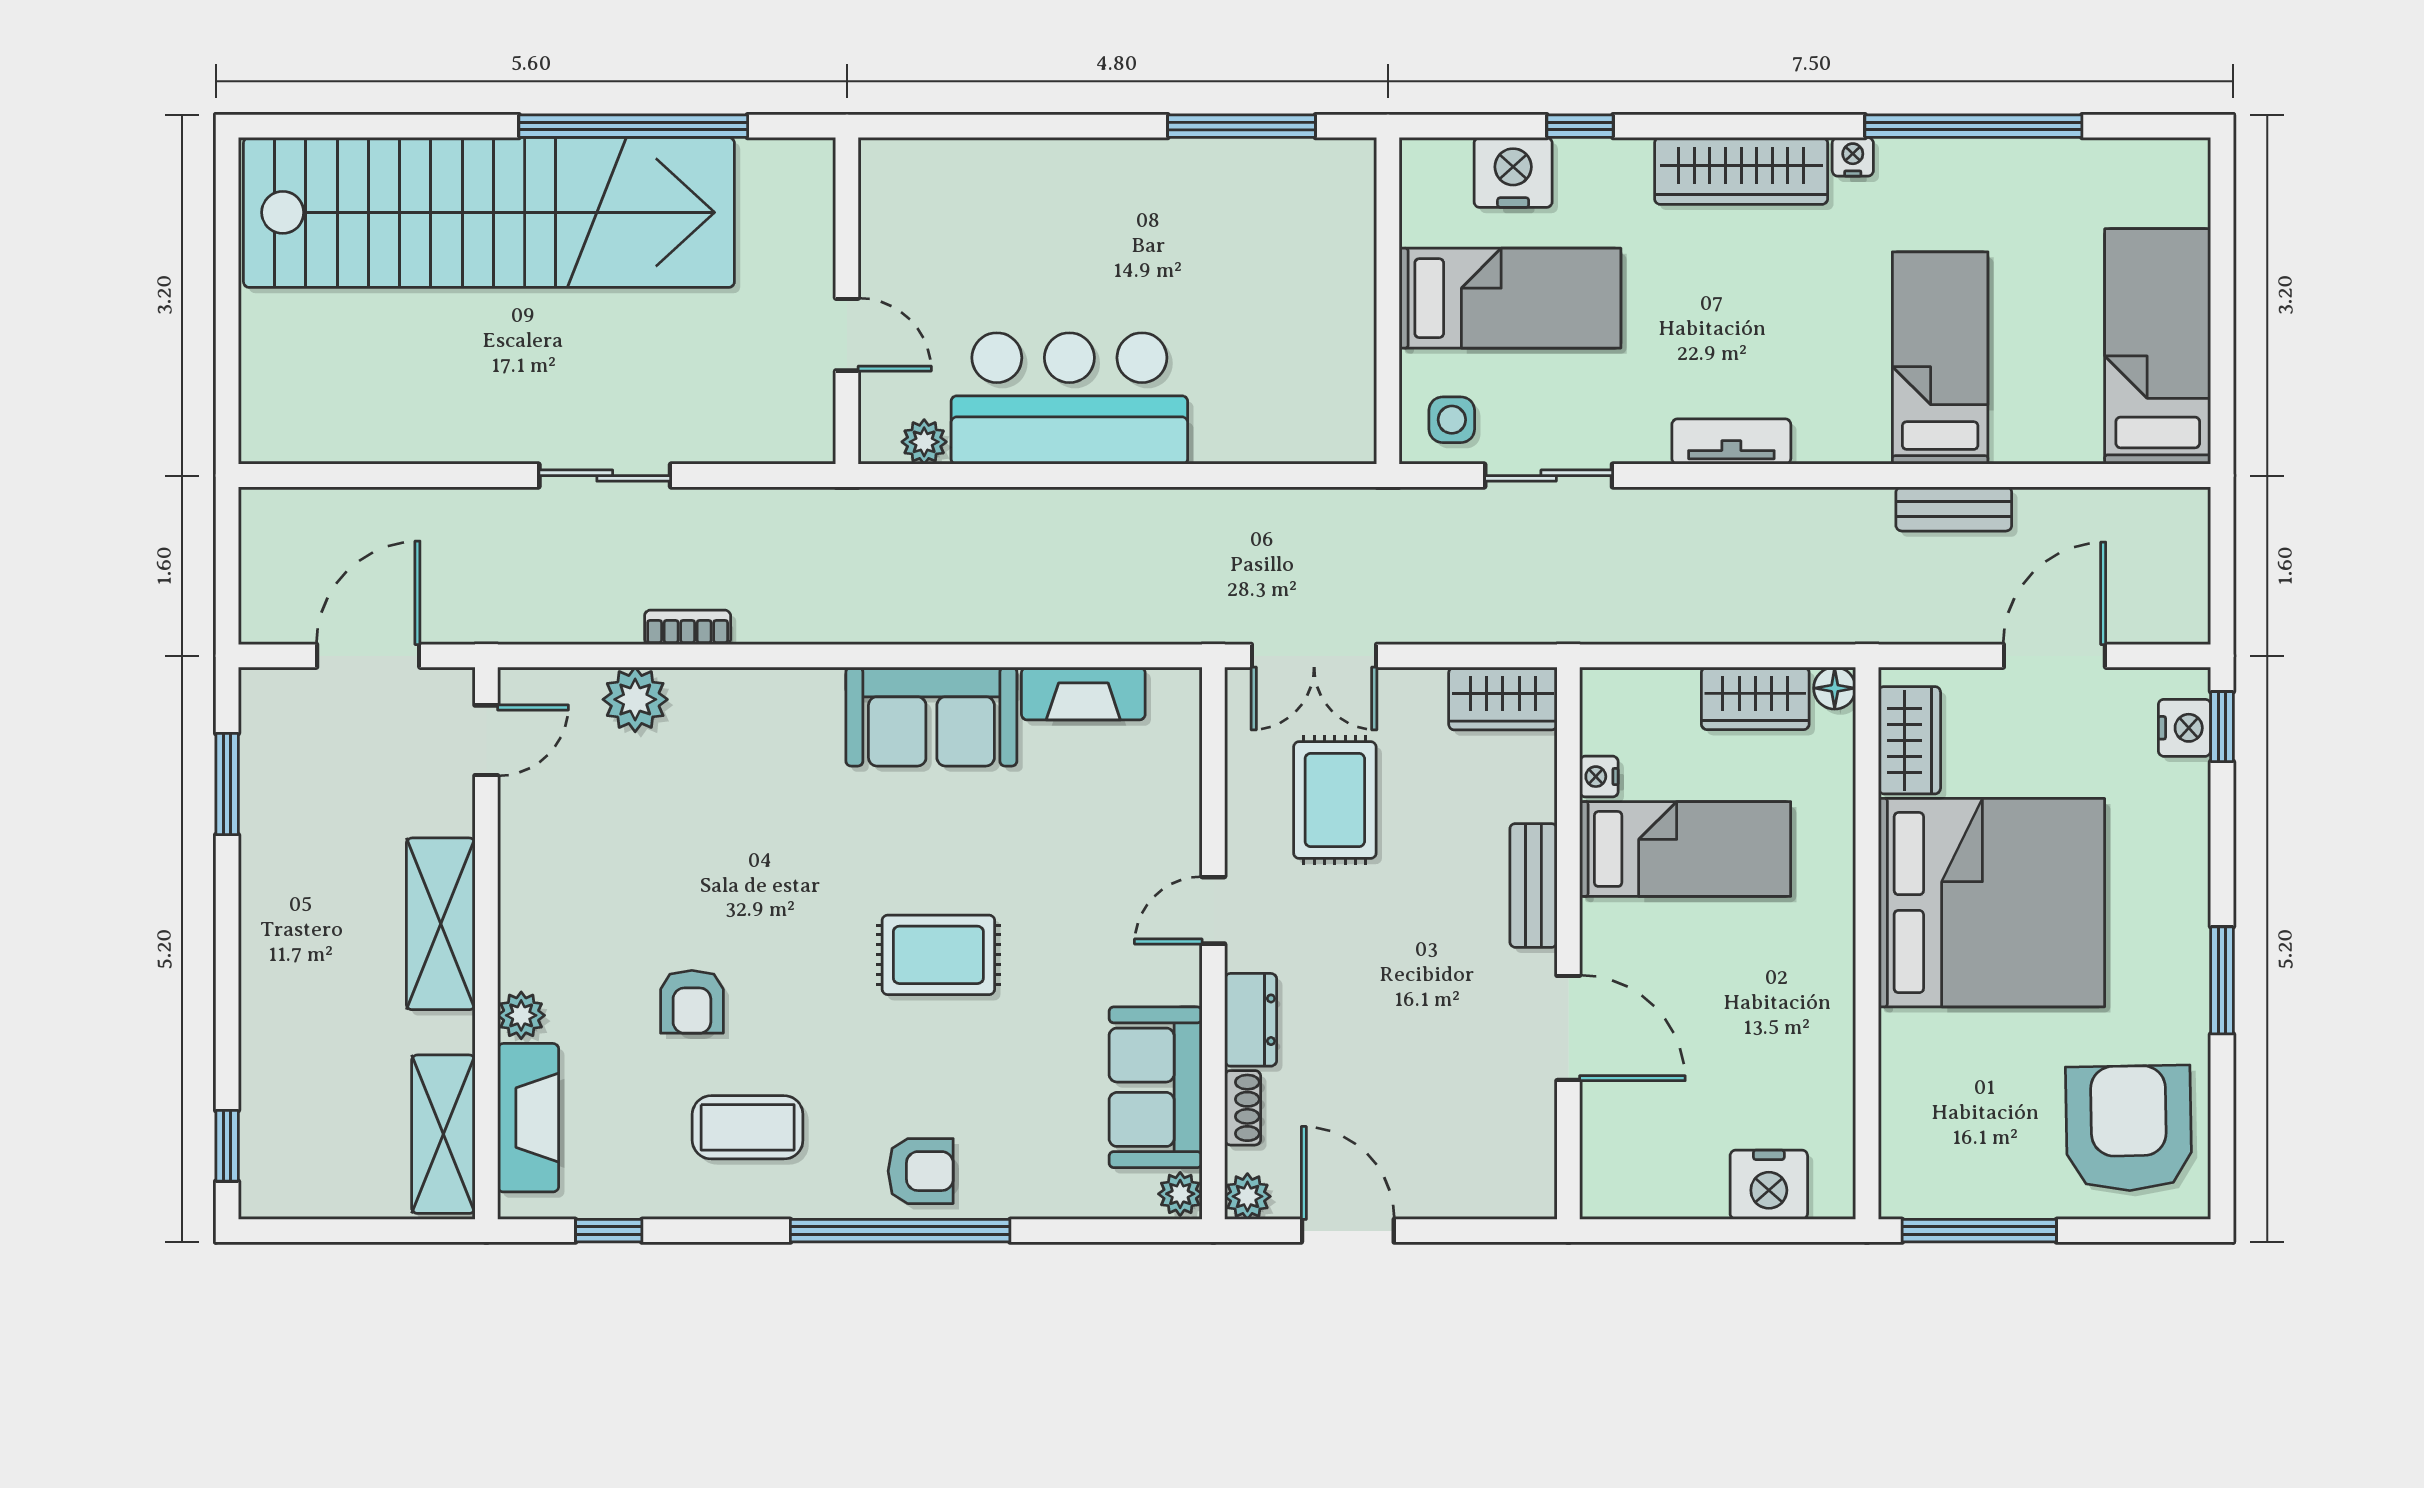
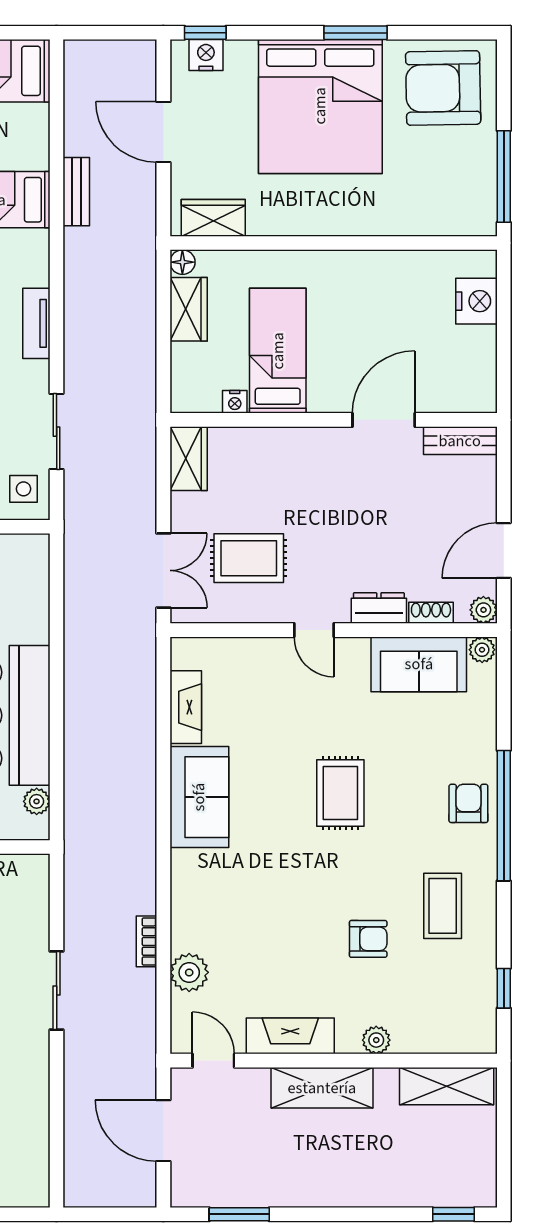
bench: (1533, 885) -> (460, 441), moved
bed: (1991, 903) -> (320, 106), moved, turned 180
fireplace: (528, 1118) -> (290, 1036), moved

